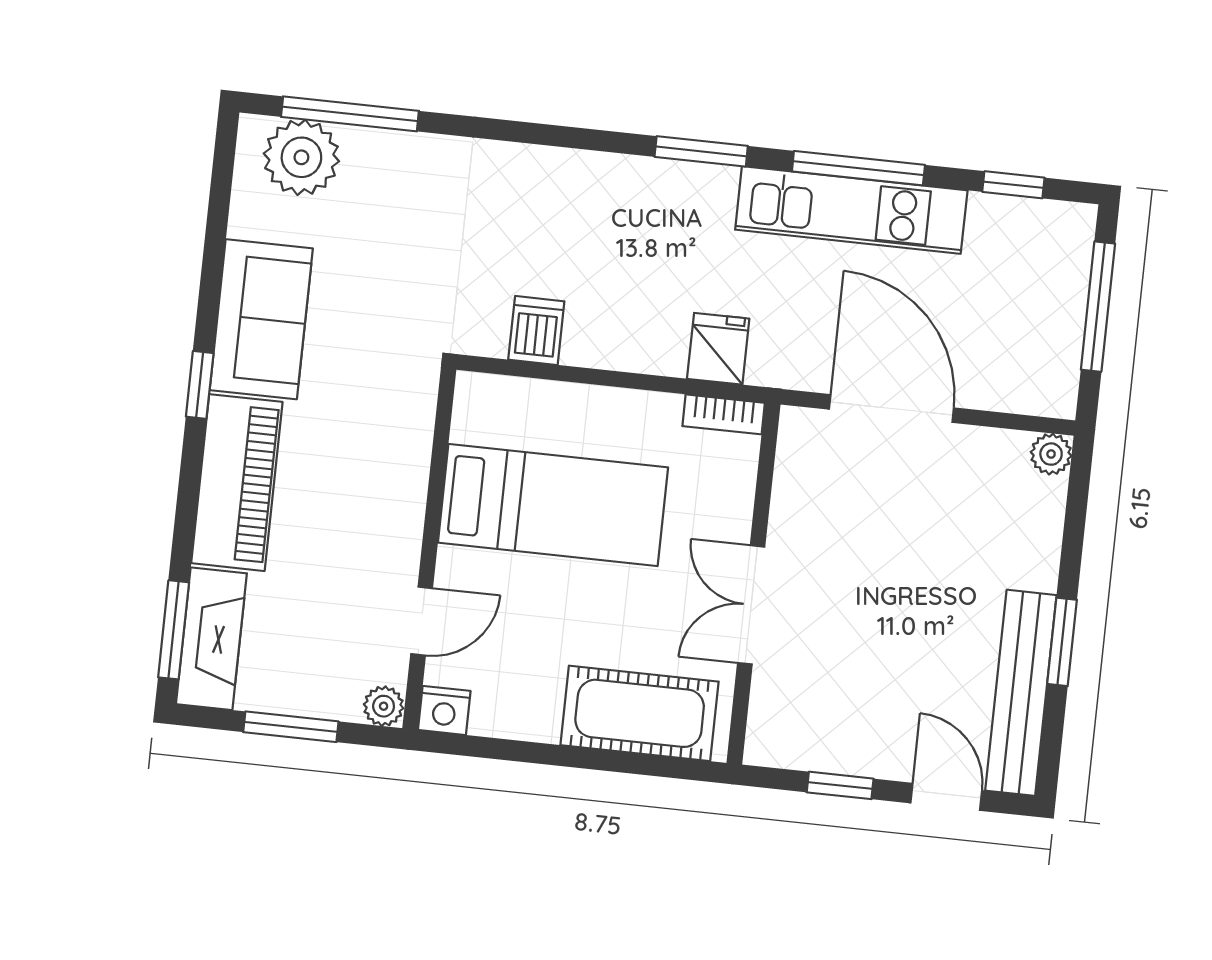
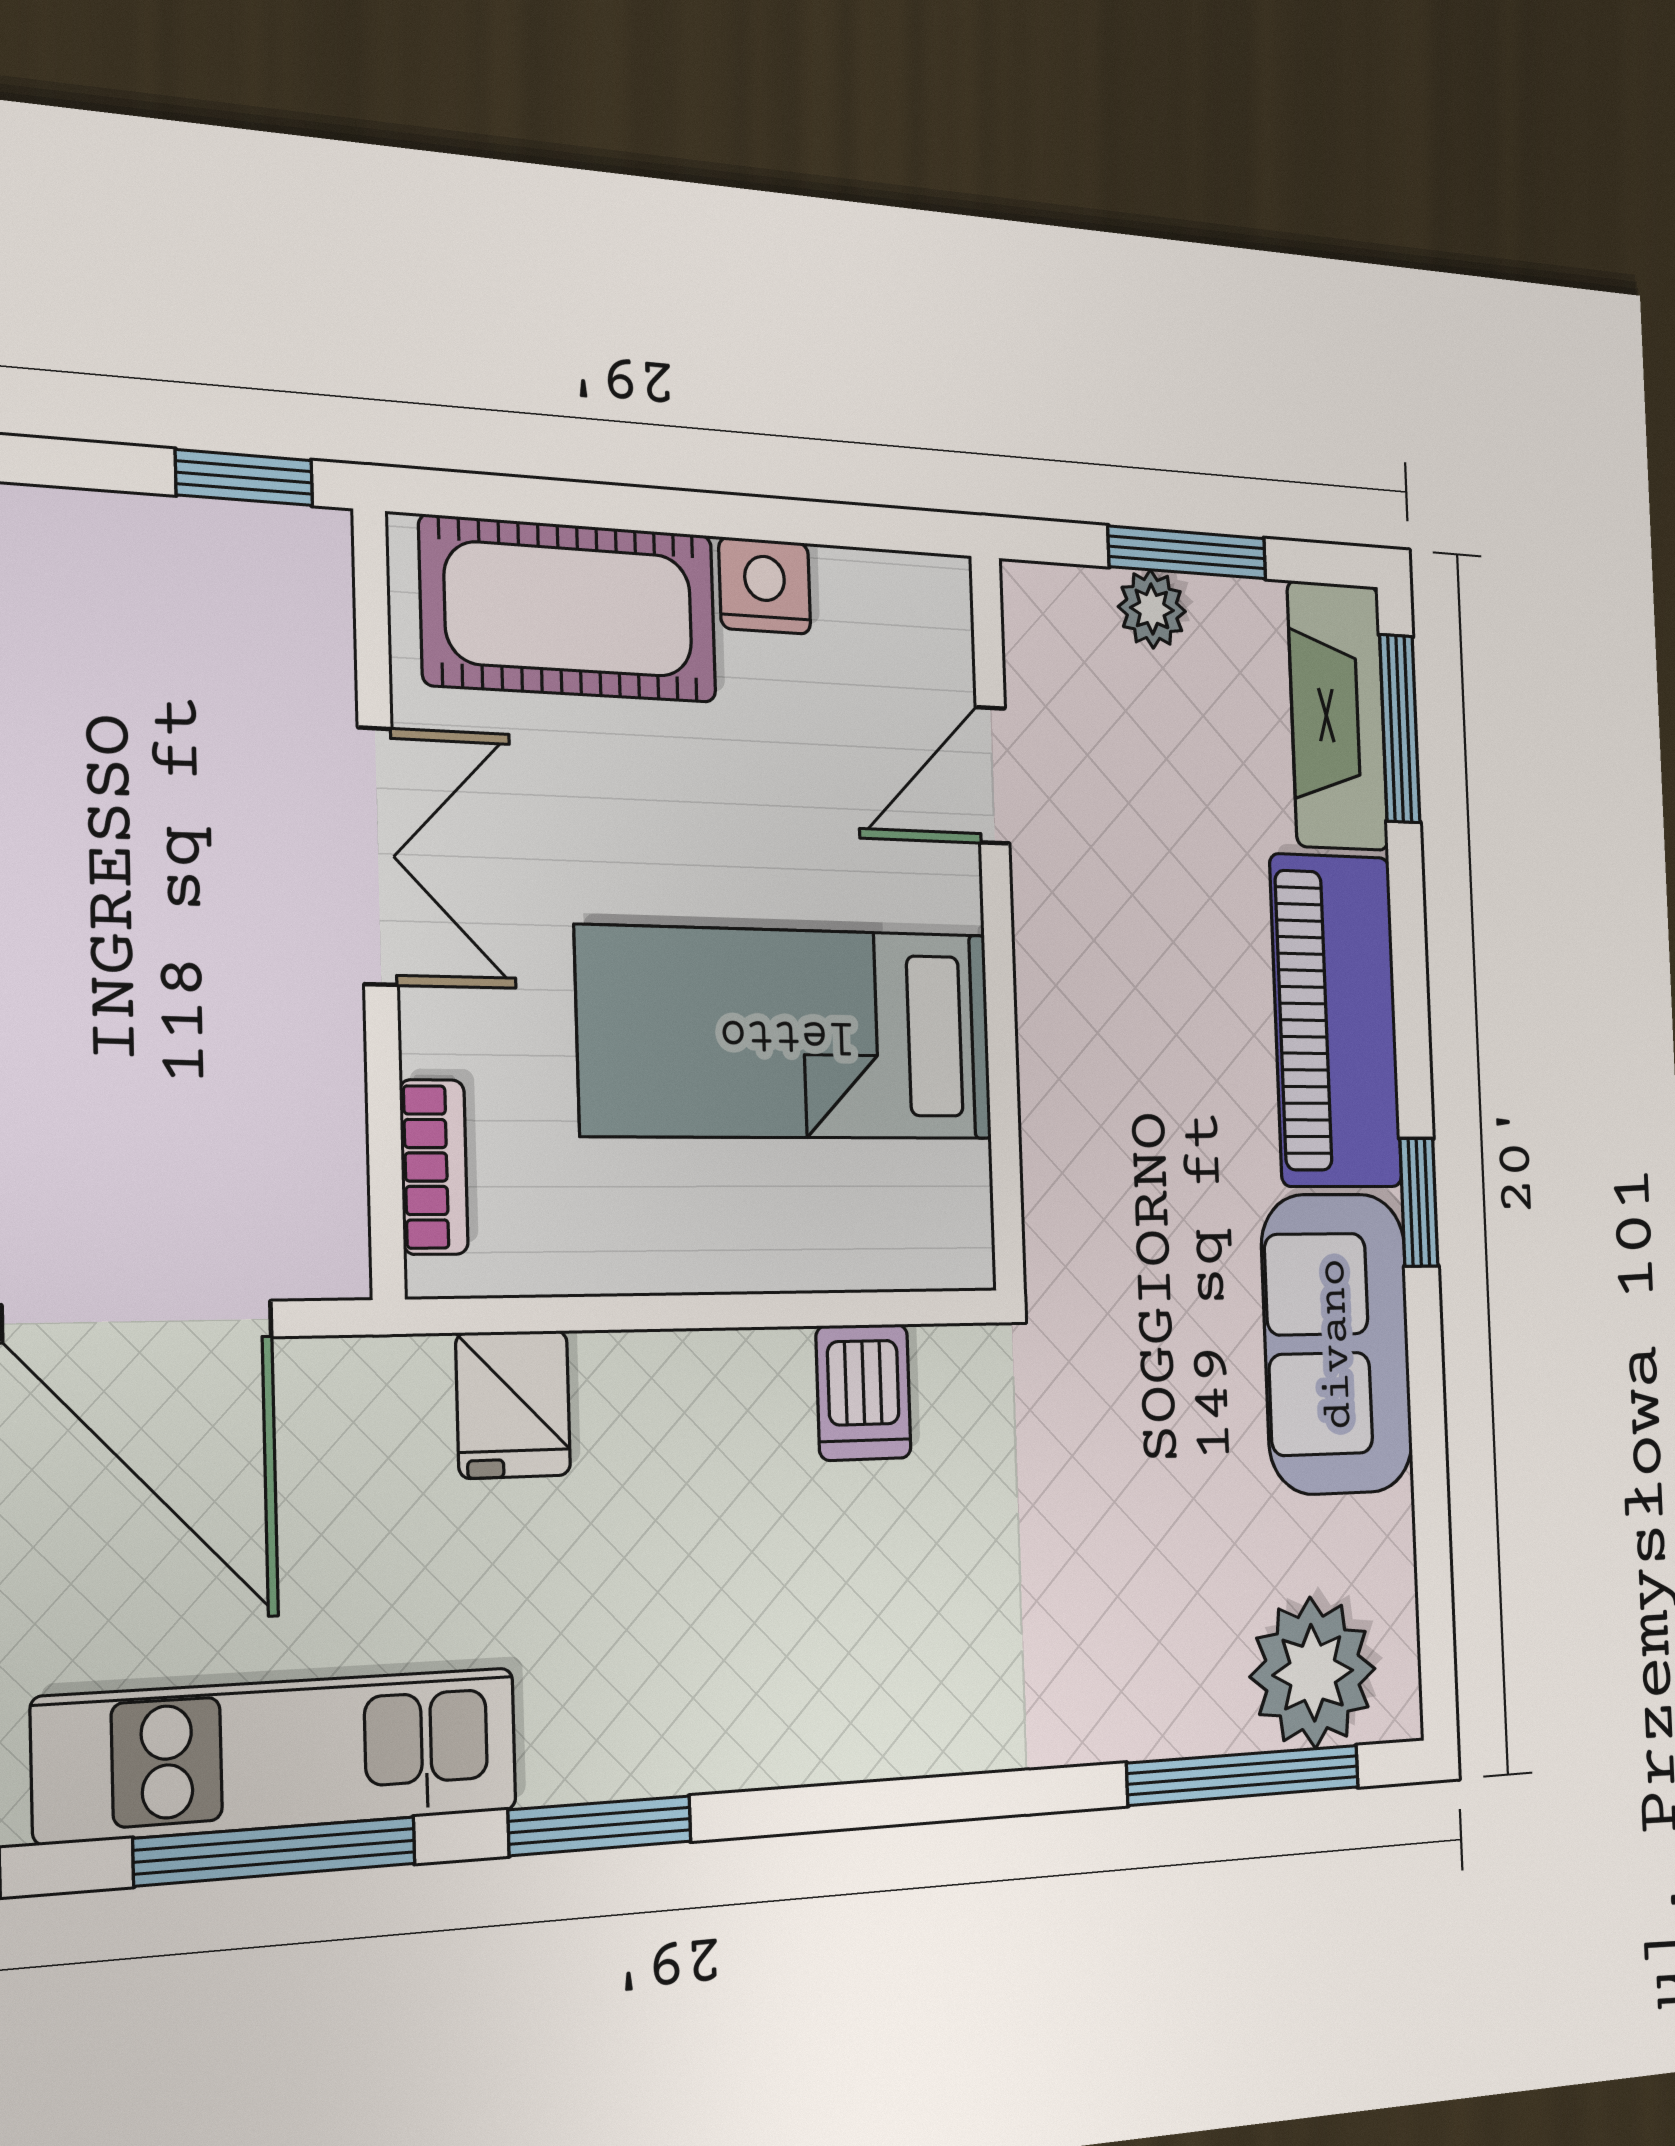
bookcase: (724, 414) -> (434, 1167), moved, turned 90
plant: (384, 706) -> (1152, 609), moved
nightstand: (444, 710) -> (765, 586), moved
window: (840, 785) -> (244, 478), moved

